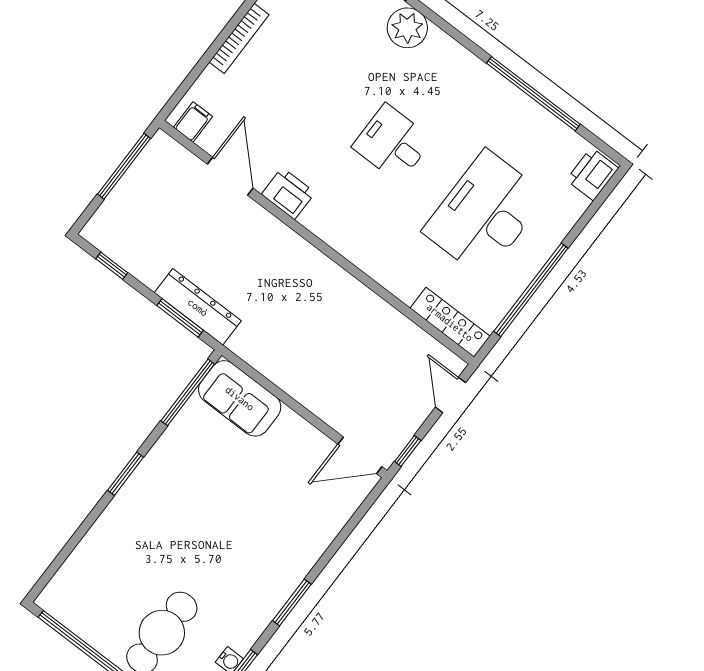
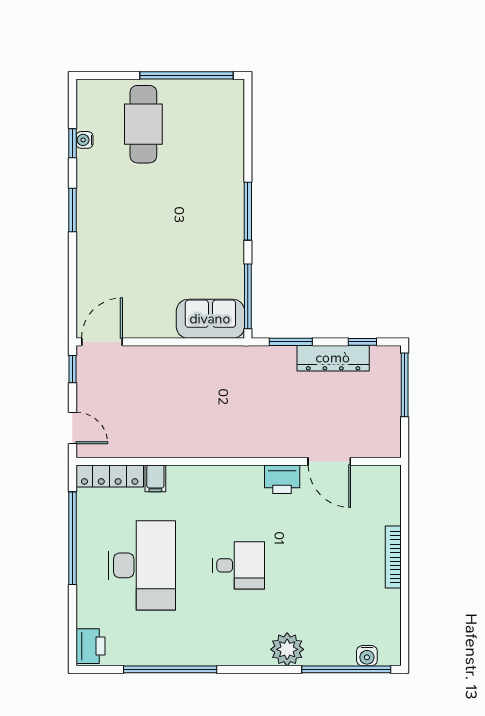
filing cabinet: (193, 122) -> (155, 478), moved
window: (124, 166) -> (405, 385), moved
dresser: (198, 307) -> (333, 358), moved
window: (126, 474) -> (248, 211), width x1.44

